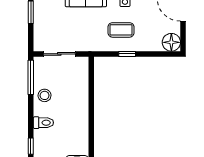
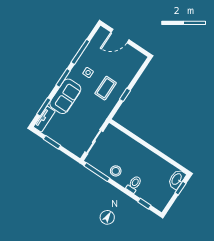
floor lamp: (171, 42) -> (137, 59), removed

